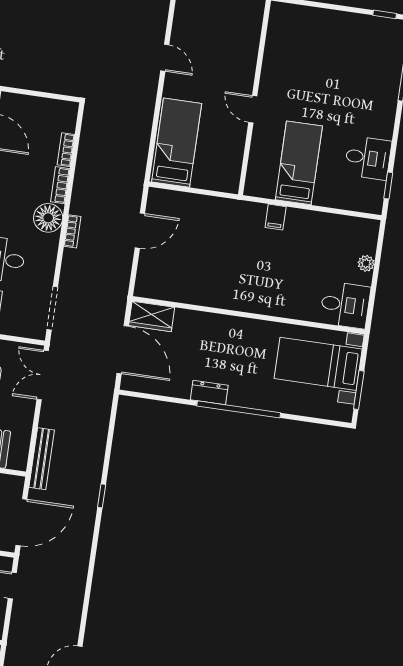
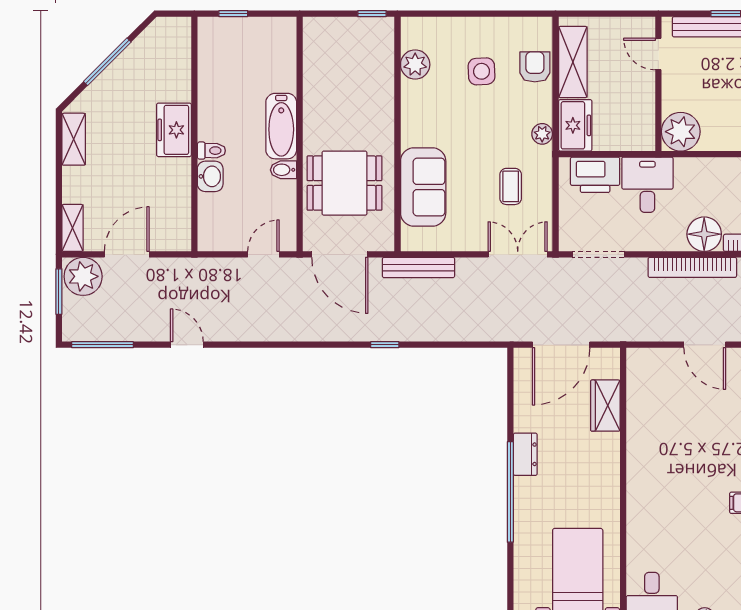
bookcase: (72, 231) -> (692, 267), width x2.31, depth x1.31
wardrobe: (152, 316) -> (605, 406), moved

